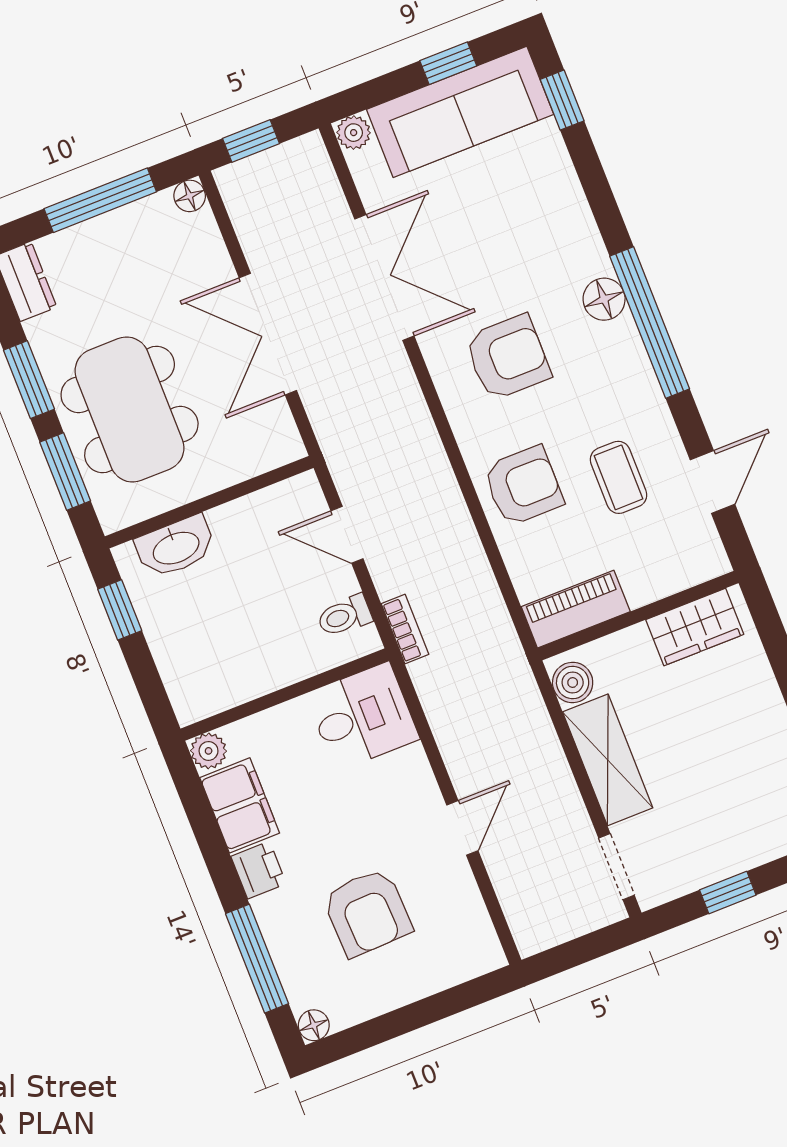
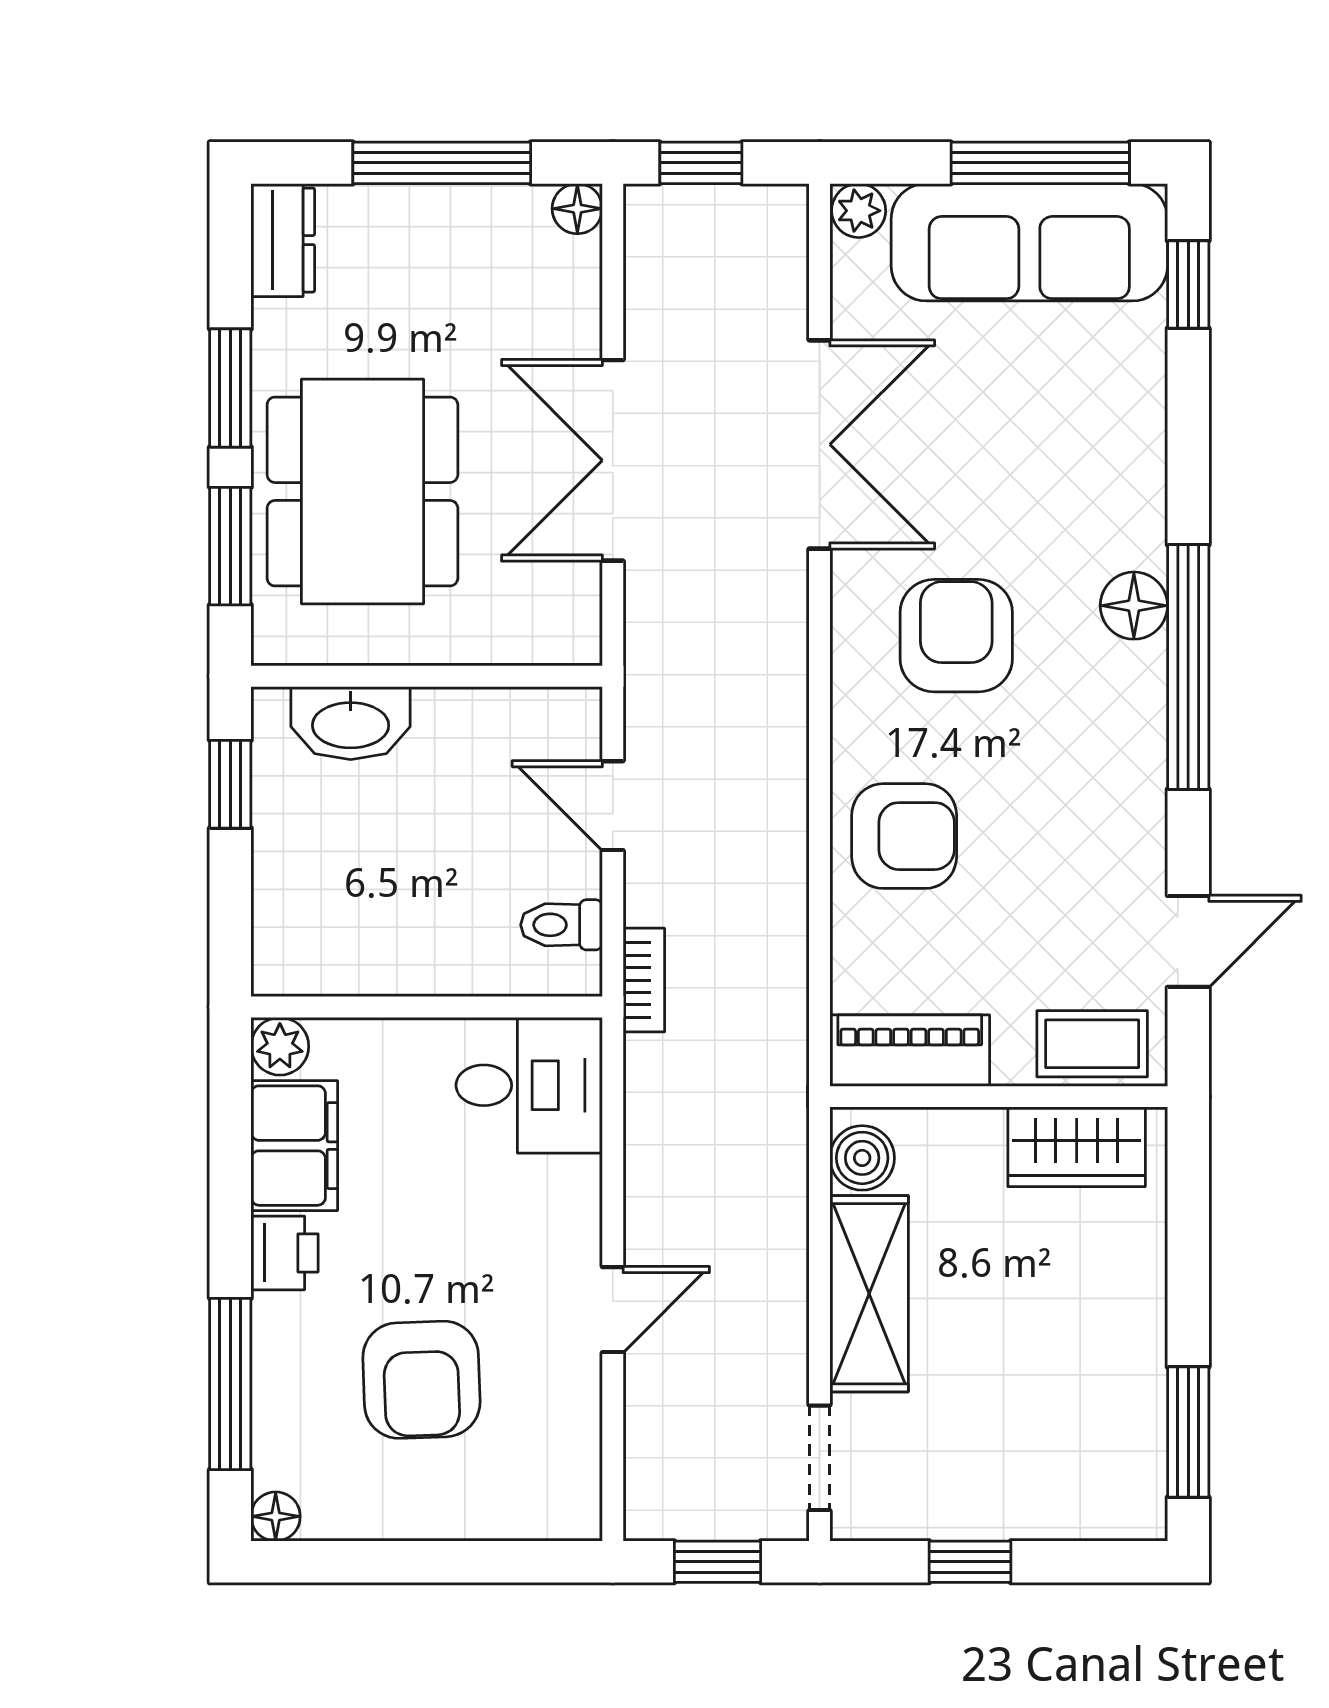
window: (448, 63) -> (1040, 163), width x2.17
armchair: (508, 357) -> (956, 636), turned -90
coffee table: (618, 477) -> (1092, 1044), moved, turned 90
window: (581, 950) -> (718, 1562), added

